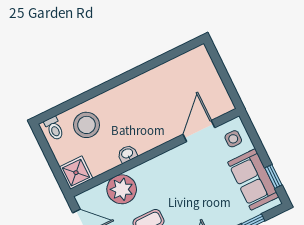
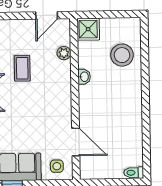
toilet: (54, 128) -> (134, 173), moved
plant: (122, 189) -> (64, 53), width x0.53, depth x0.53

